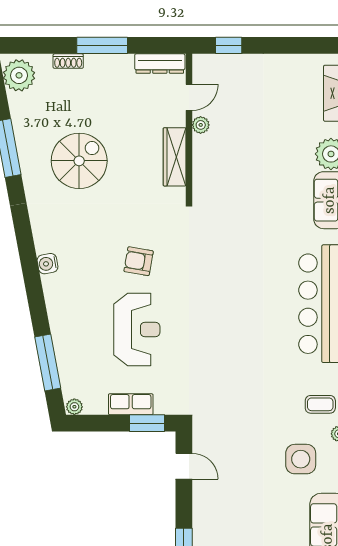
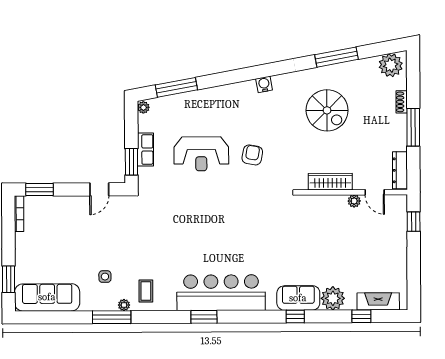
water cooler: (48, 264) -> (264, 84), moved
side table: (301, 459) -> (105, 277), width x0.54, depth x0.54

